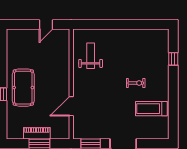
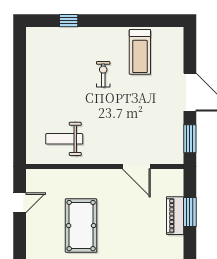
door: (46, 25) -> (20, 203), hinge flipped
pool table: (23, 88) -> (81, 226), moved, turned 90

